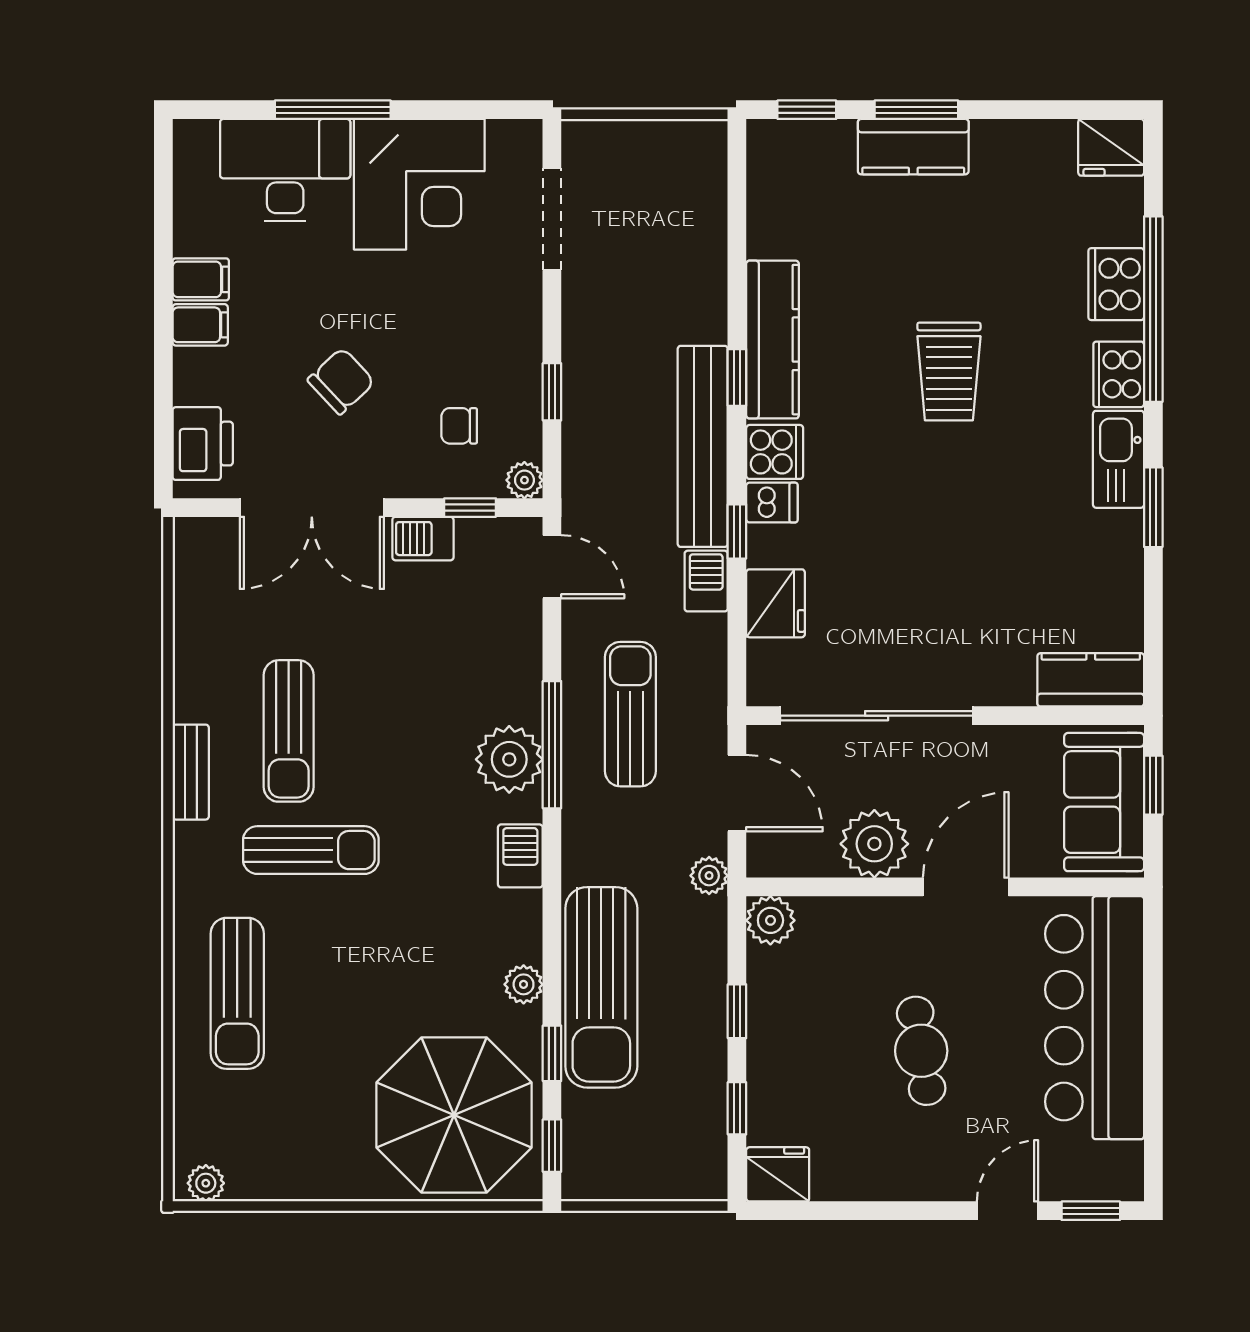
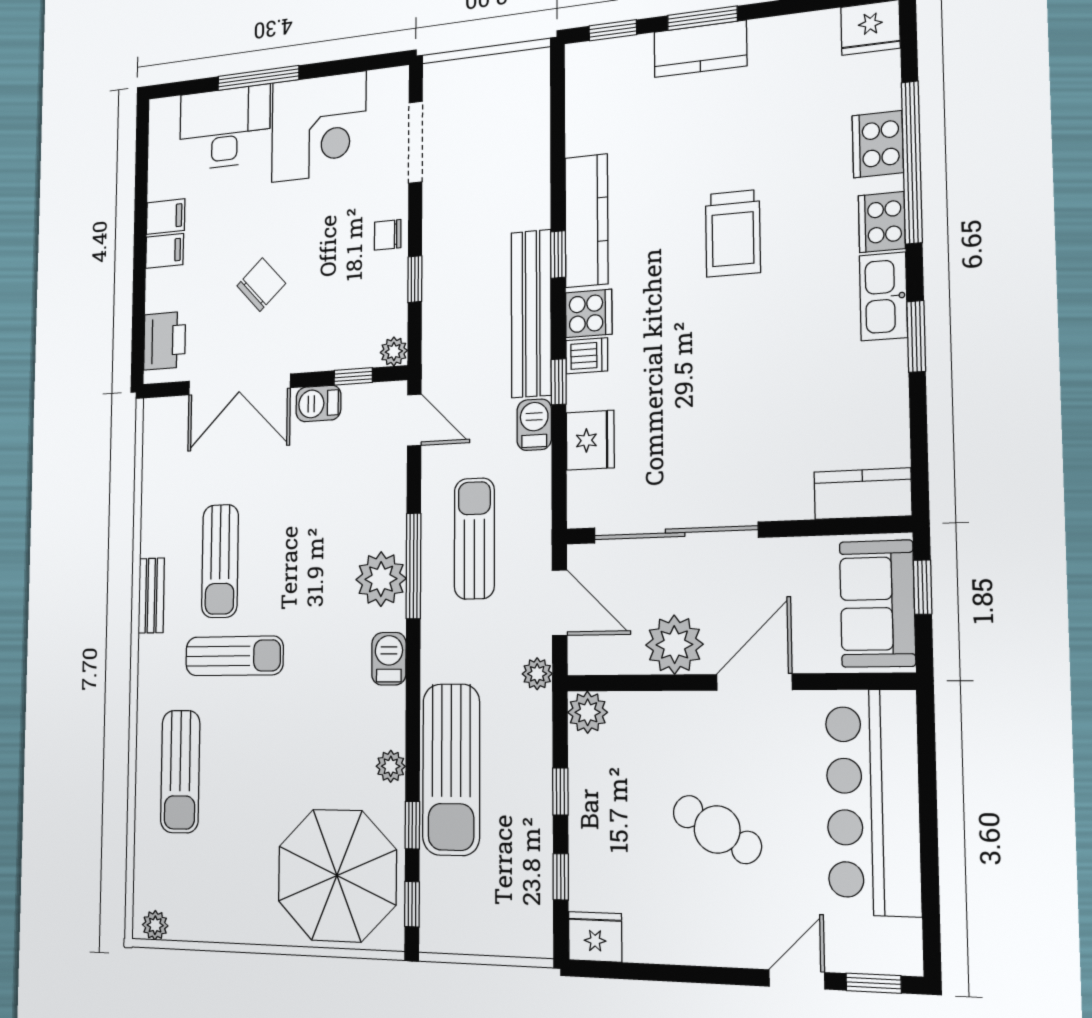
chair: (459, 426) -> (388, 235), moved
cafe table: (921, 1051) -> (717, 829), turned -51

